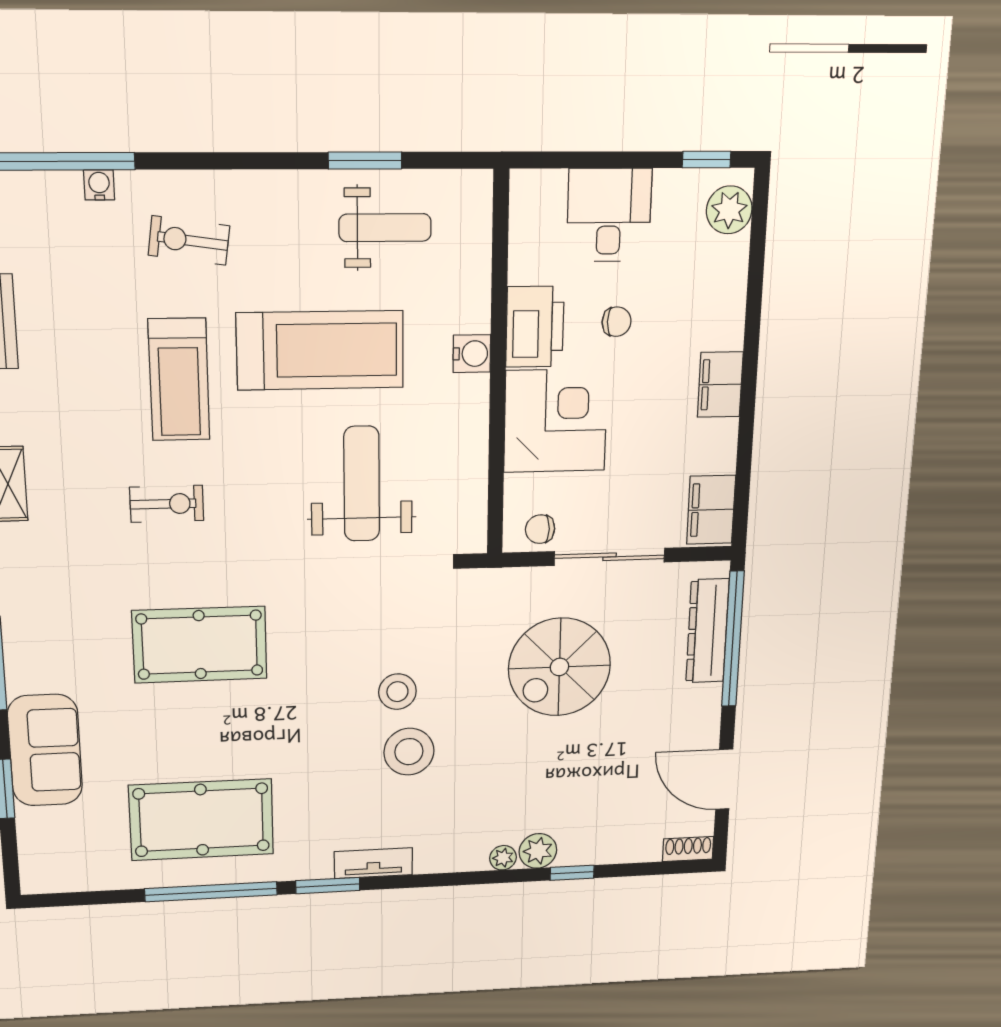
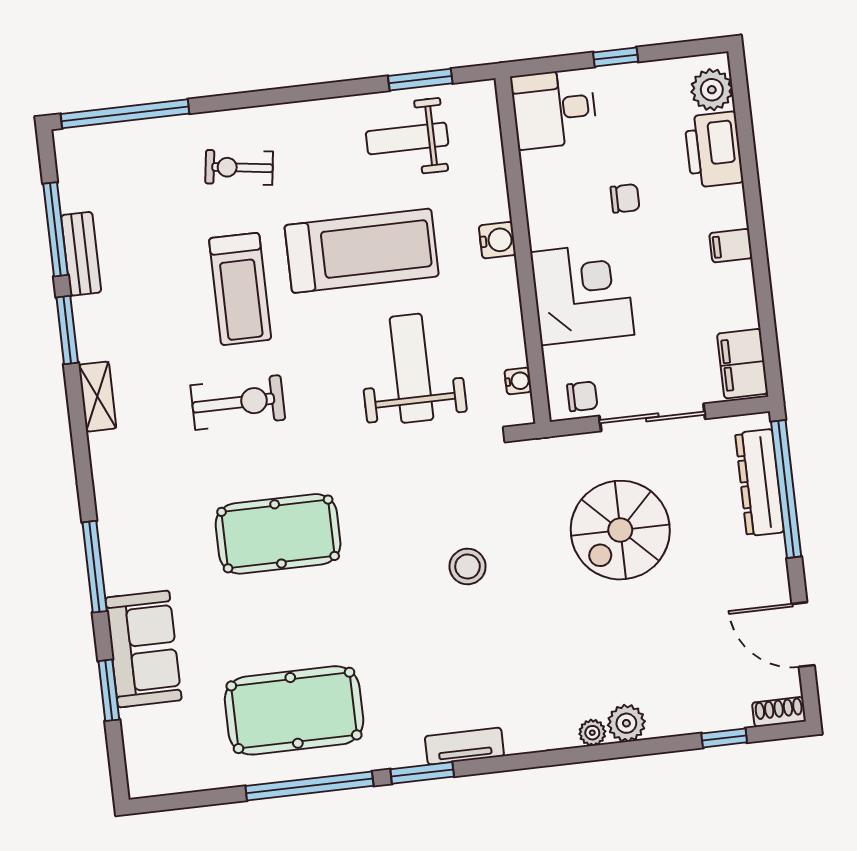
window: (365, 160) -> (420, 80), moved
window: (707, 160) -> (616, 57), moved
water cooler: (99, 185) -> (518, 381), moved, turned 90
desk: (609, 215) -> (554, 109), moved, turned -90
weight bench: (385, 228) -> (407, 138), turned 180
printer: (535, 327) -> (714, 150), moved, turned 180
filing cabinet: (720, 385) -> (731, 246), width x0.50
exercise bike: (167, 504) -> (238, 402), width x1.38, depth x1.39
chair: (540, 529) -> (582, 396), turned 180
stool: (409, 752) -> (486, 627), removed
window: (572, 873) -> (724, 738), moved

